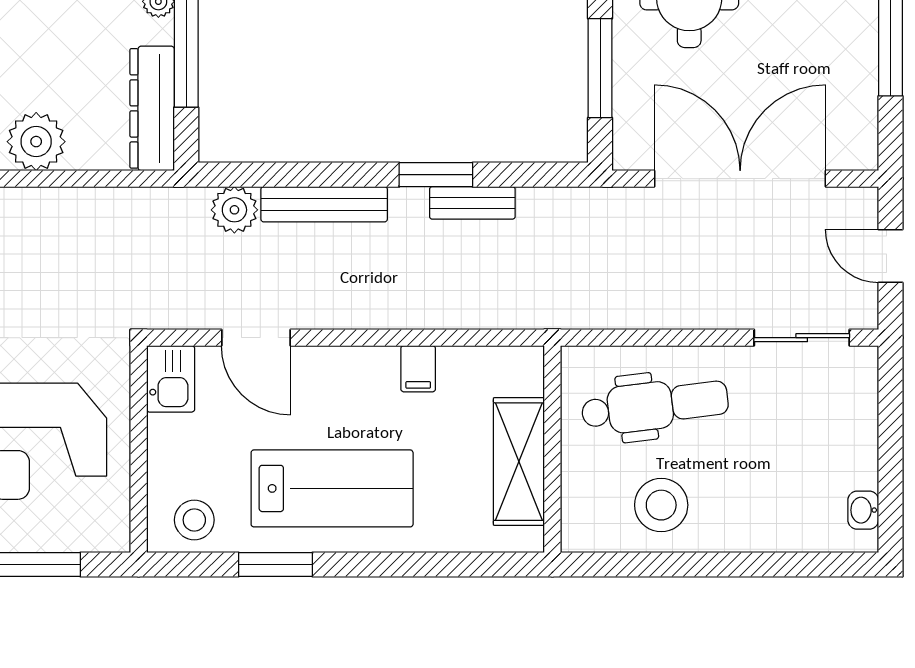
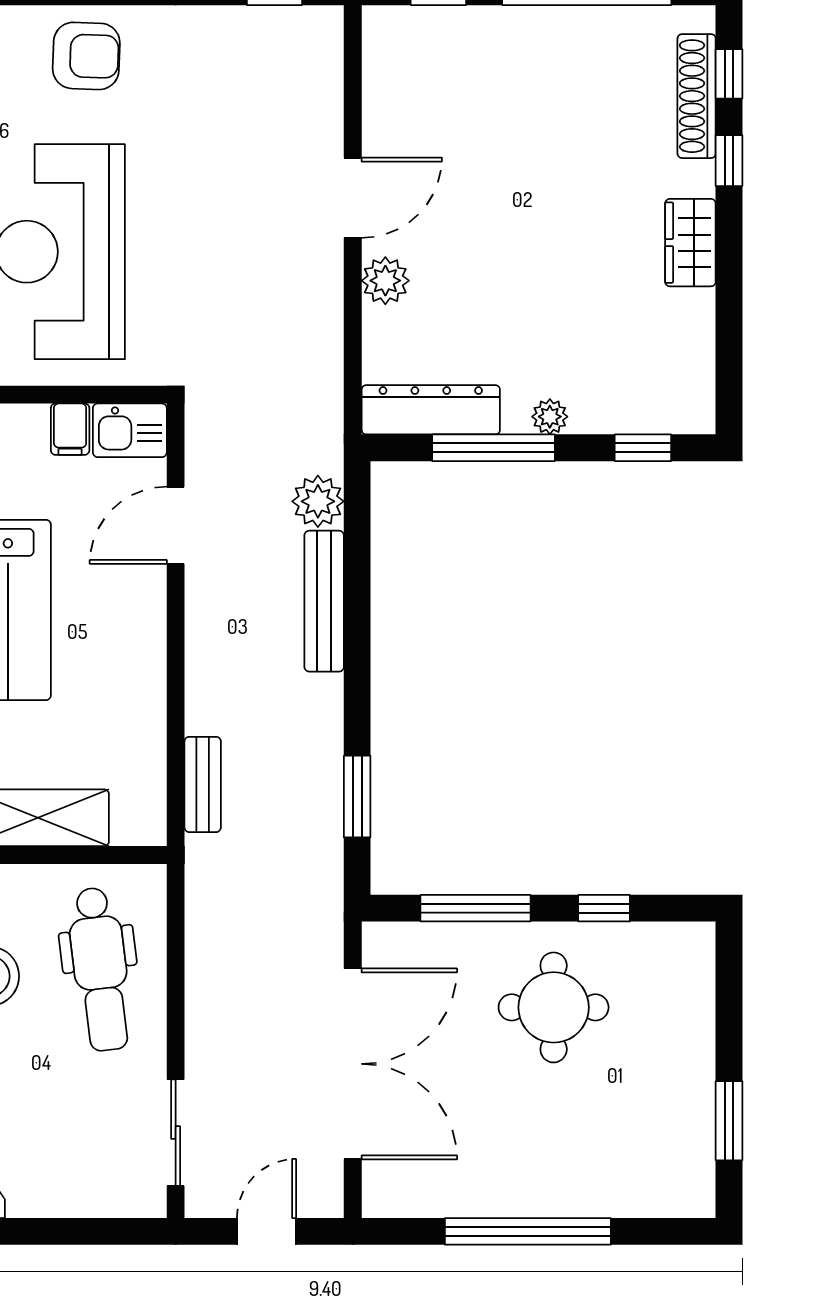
plant: (36, 142) -> (385, 281), width x0.73, depth x0.73
window: (436, 175) -> (357, 797), moved
bench: (472, 203) -> (203, 784), moved
filing cabinet: (418, 369) -> (70, 429), moved, turned -90

